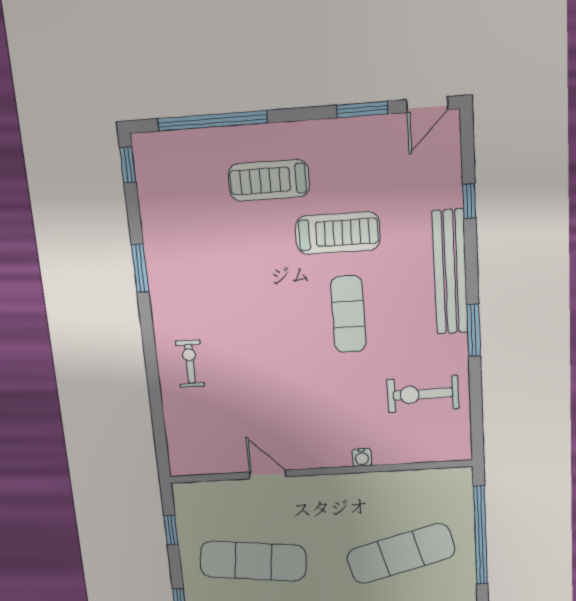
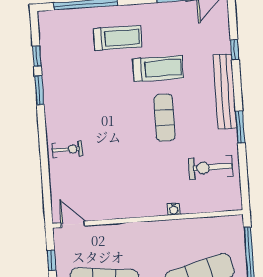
window: (128, 165) -> (37, 56), moved
treadmill: (269, 180) -> (118, 38), turned 180
exercise bike: (190, 364) -> (67, 149), turned 90
door: (268, 474) -> (73, 224), moved

